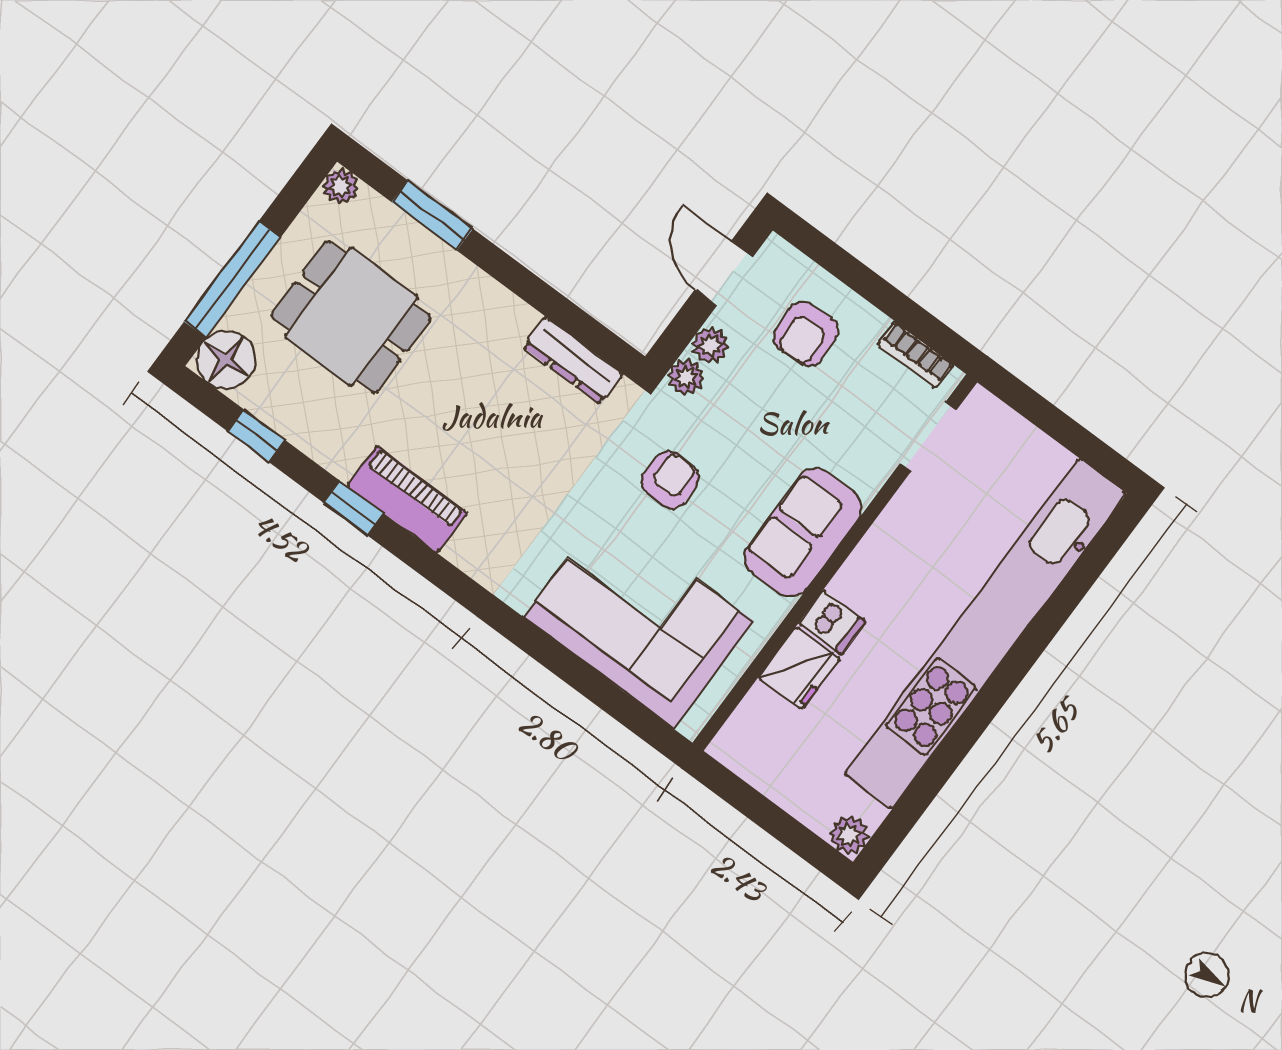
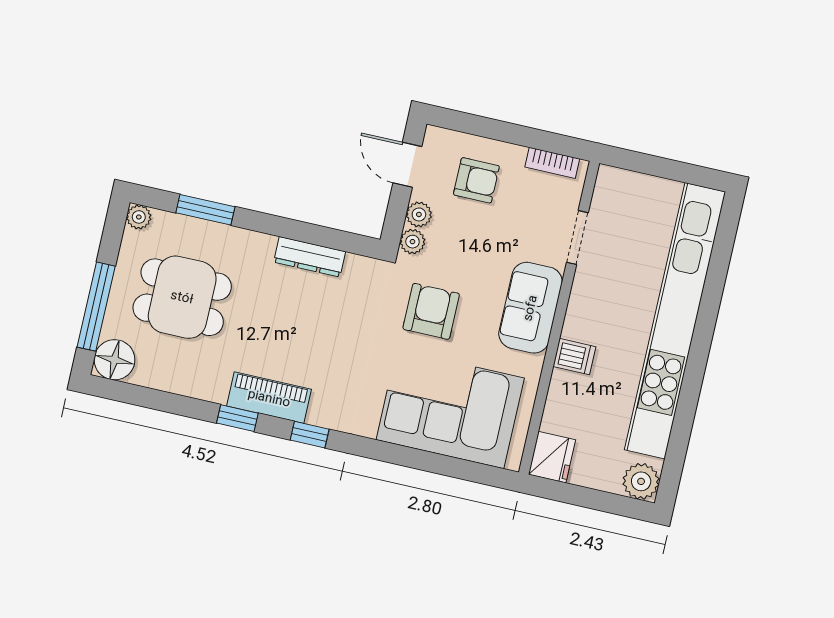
armchair: (806, 334) -> (476, 180), turned -87
dresser: (573, 361) -> (310, 257), moved
window: (256, 436) -> (310, 435), moved
doorway: (928, 437) -> (577, 238), moved
armchair: (670, 480) -> (431, 311), width x1.38, depth x1.38
fridge: (799, 668) -> (552, 457), moved
plant: (849, 835) -> (641, 481), width x1.38, depth x1.38

